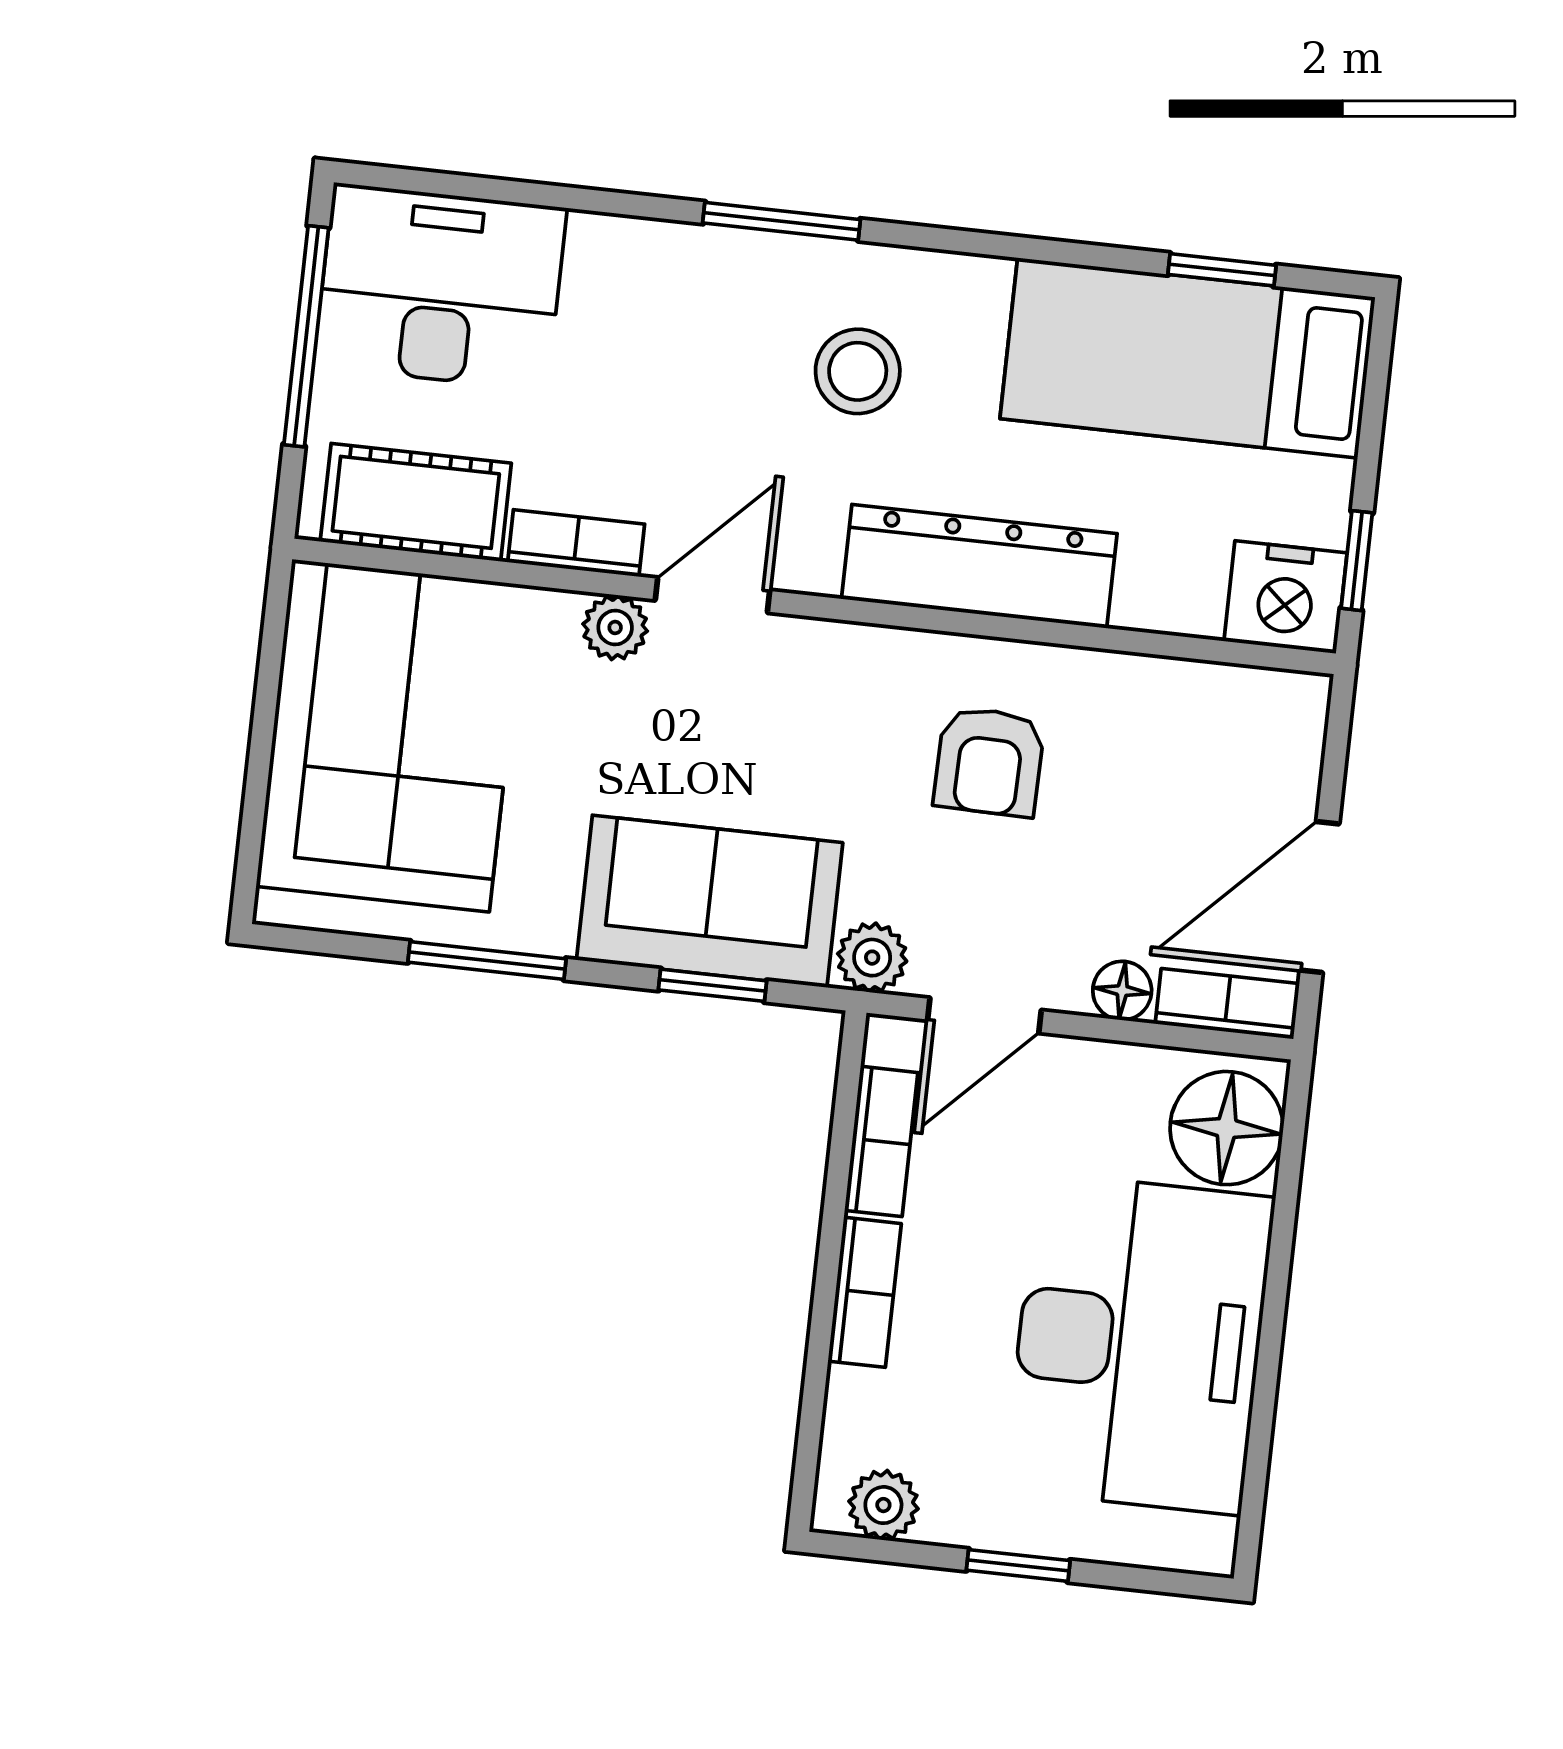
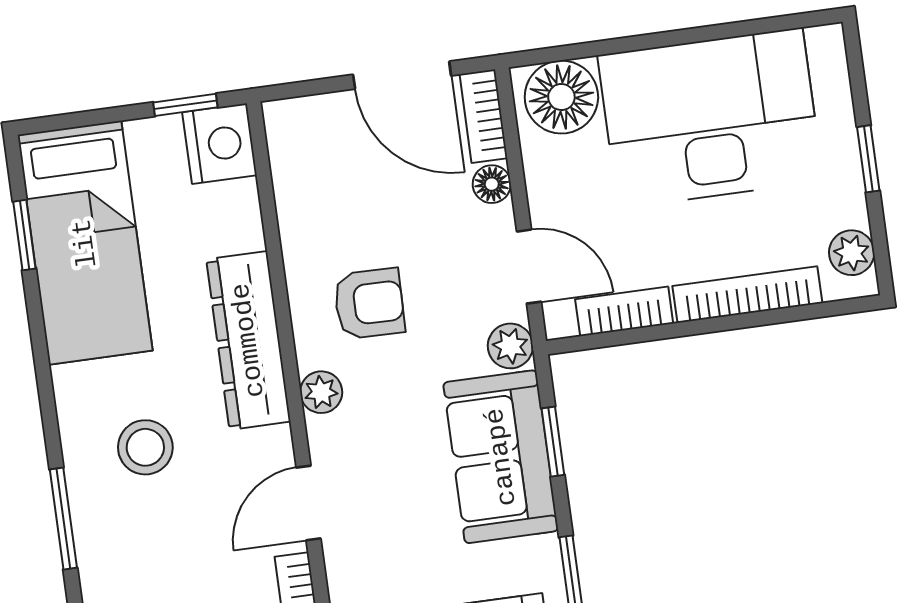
door: (713, 595) -> (308, 503), hinge flipped
plant: (615, 627) -> (321, 392), moved
bookcase: (865, 1292) -> (747, 294), width x1.56

